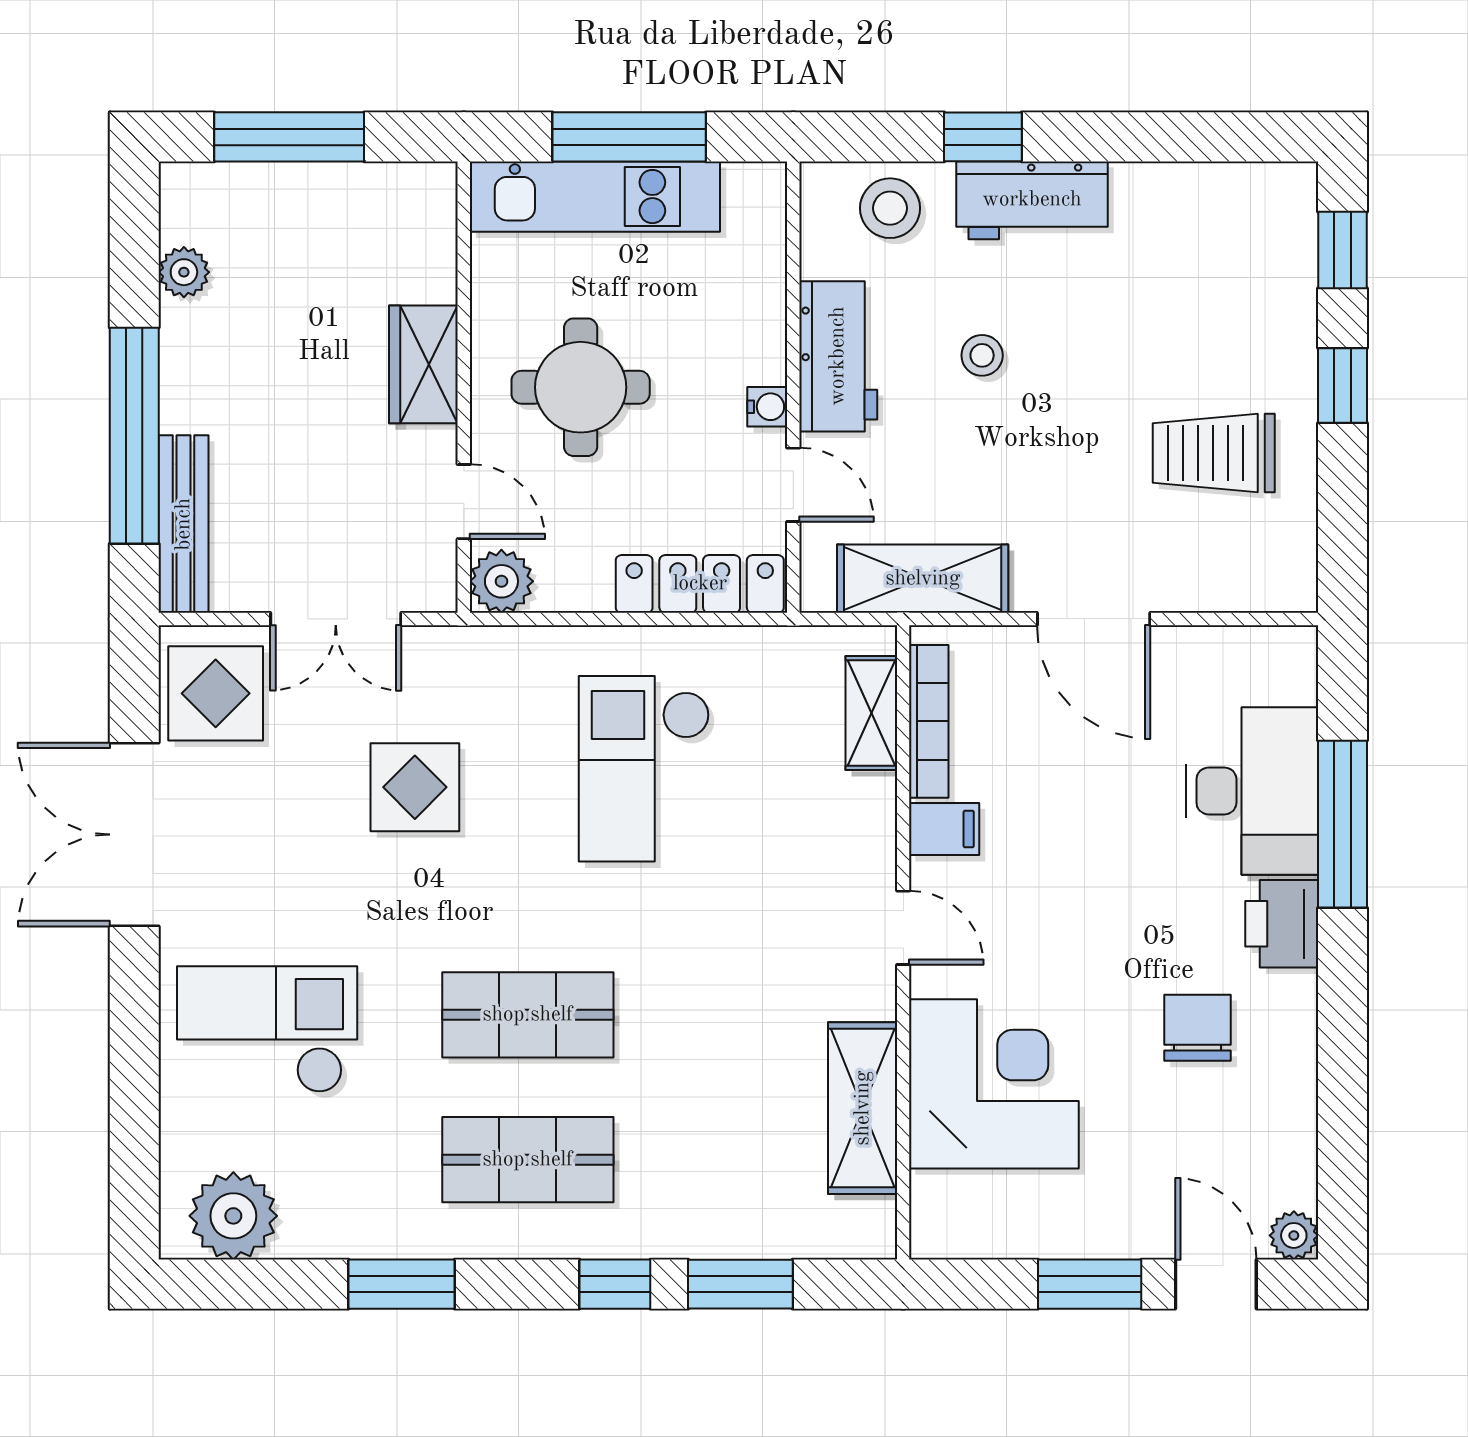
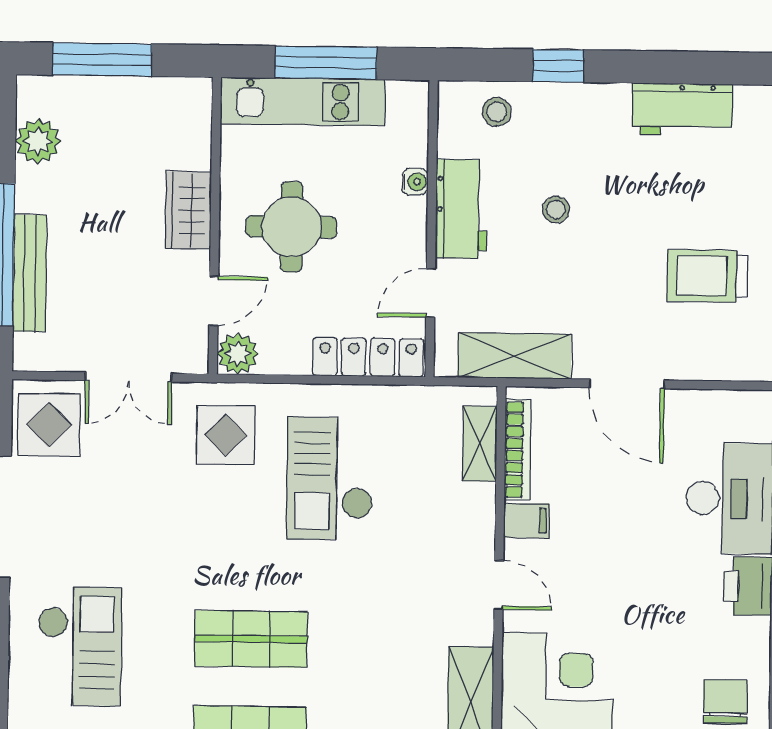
workbench: (1032, 200) -> (682, 109), moved
stool: (890, 208) -> (497, 112), width x0.73, depth x0.73
plant: (184, 272) -> (38, 141), width x1.38, depth x1.38
water cooler: (767, 407) -> (415, 182), moved
door: (793, 485) -> (431, 293), swing flipped
door: (464, 502) -> (214, 301), hinge flipped
bench: (184, 524) -> (30, 273), moved
display table: (415, 787) -> (226, 435), moved
chair: (1198, 1028) -> (725, 702), moved
checkout: (267, 1029) -> (80, 646), turned 90

